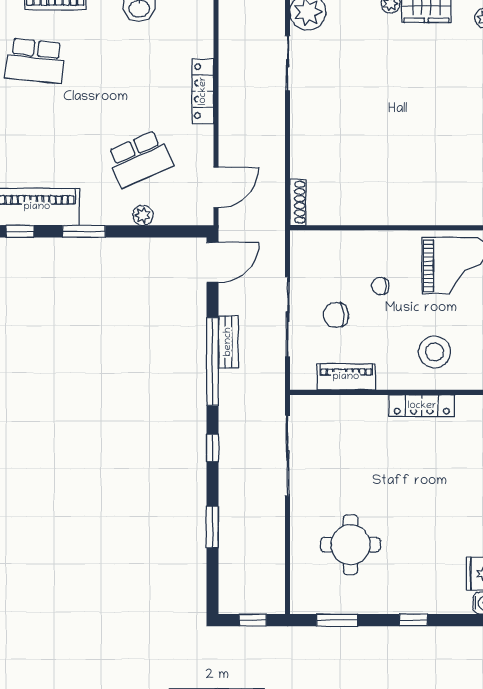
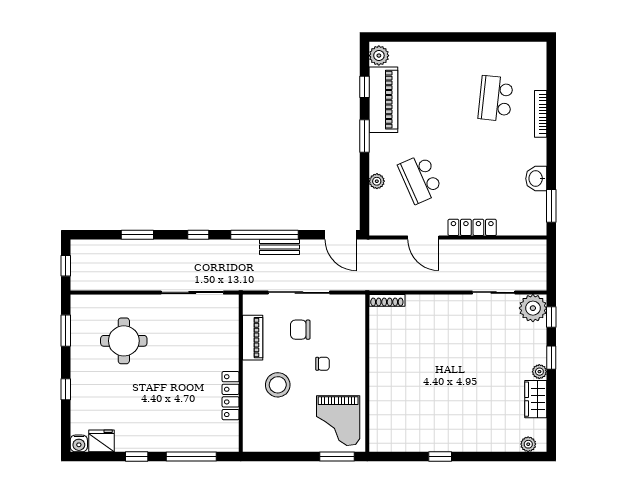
door: (216, 187) -> (423, 238), moved
chair: (380, 286) -> (322, 364), turned 89
chair: (336, 315) -> (300, 330), turned -86
stool: (434, 352) -> (278, 385), moved

